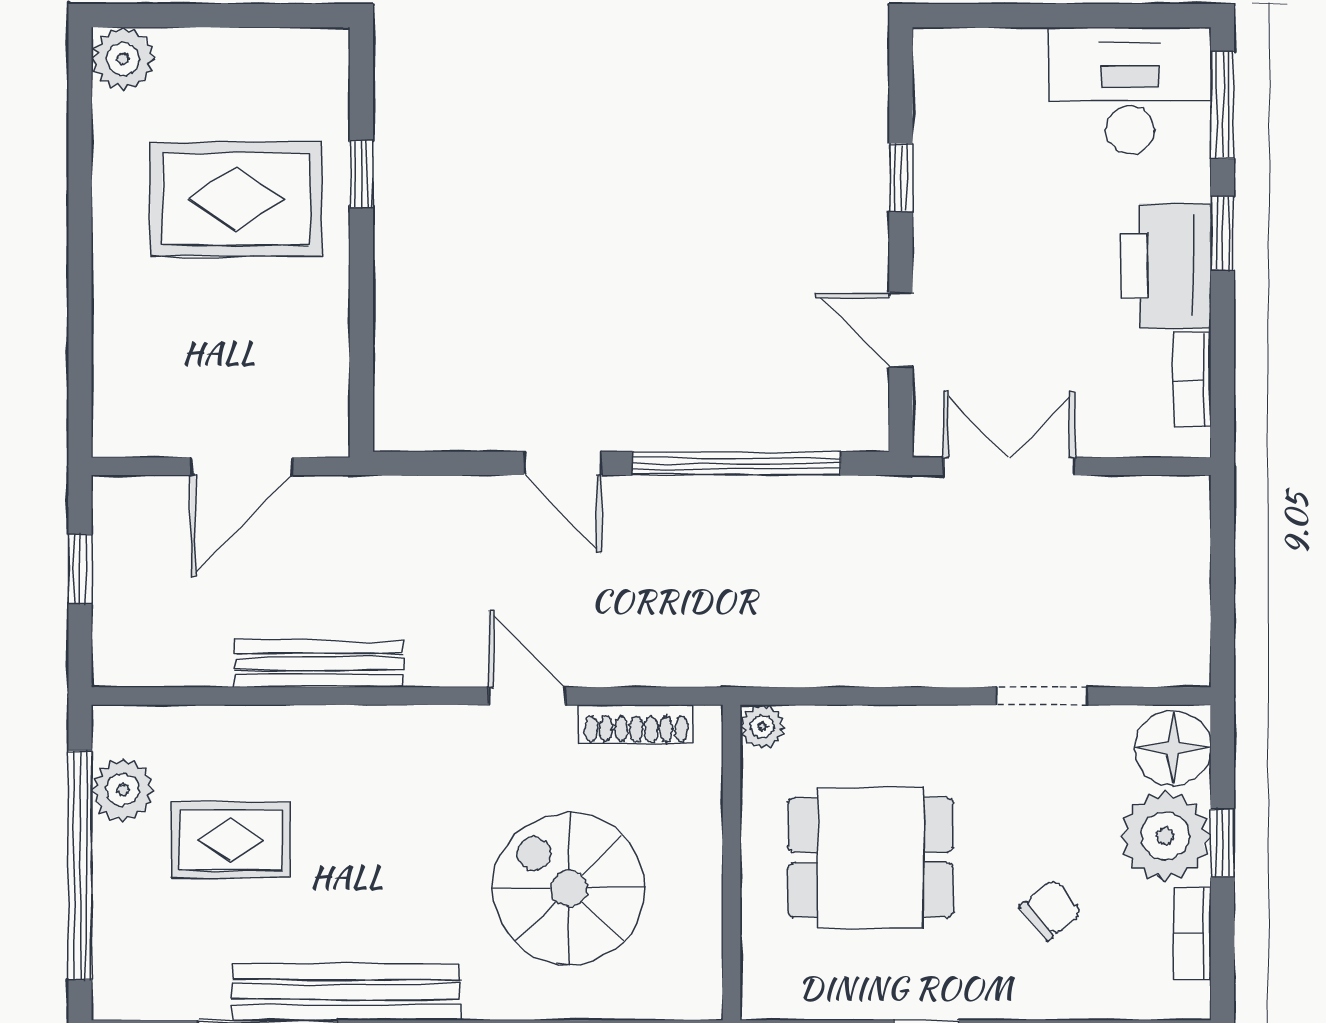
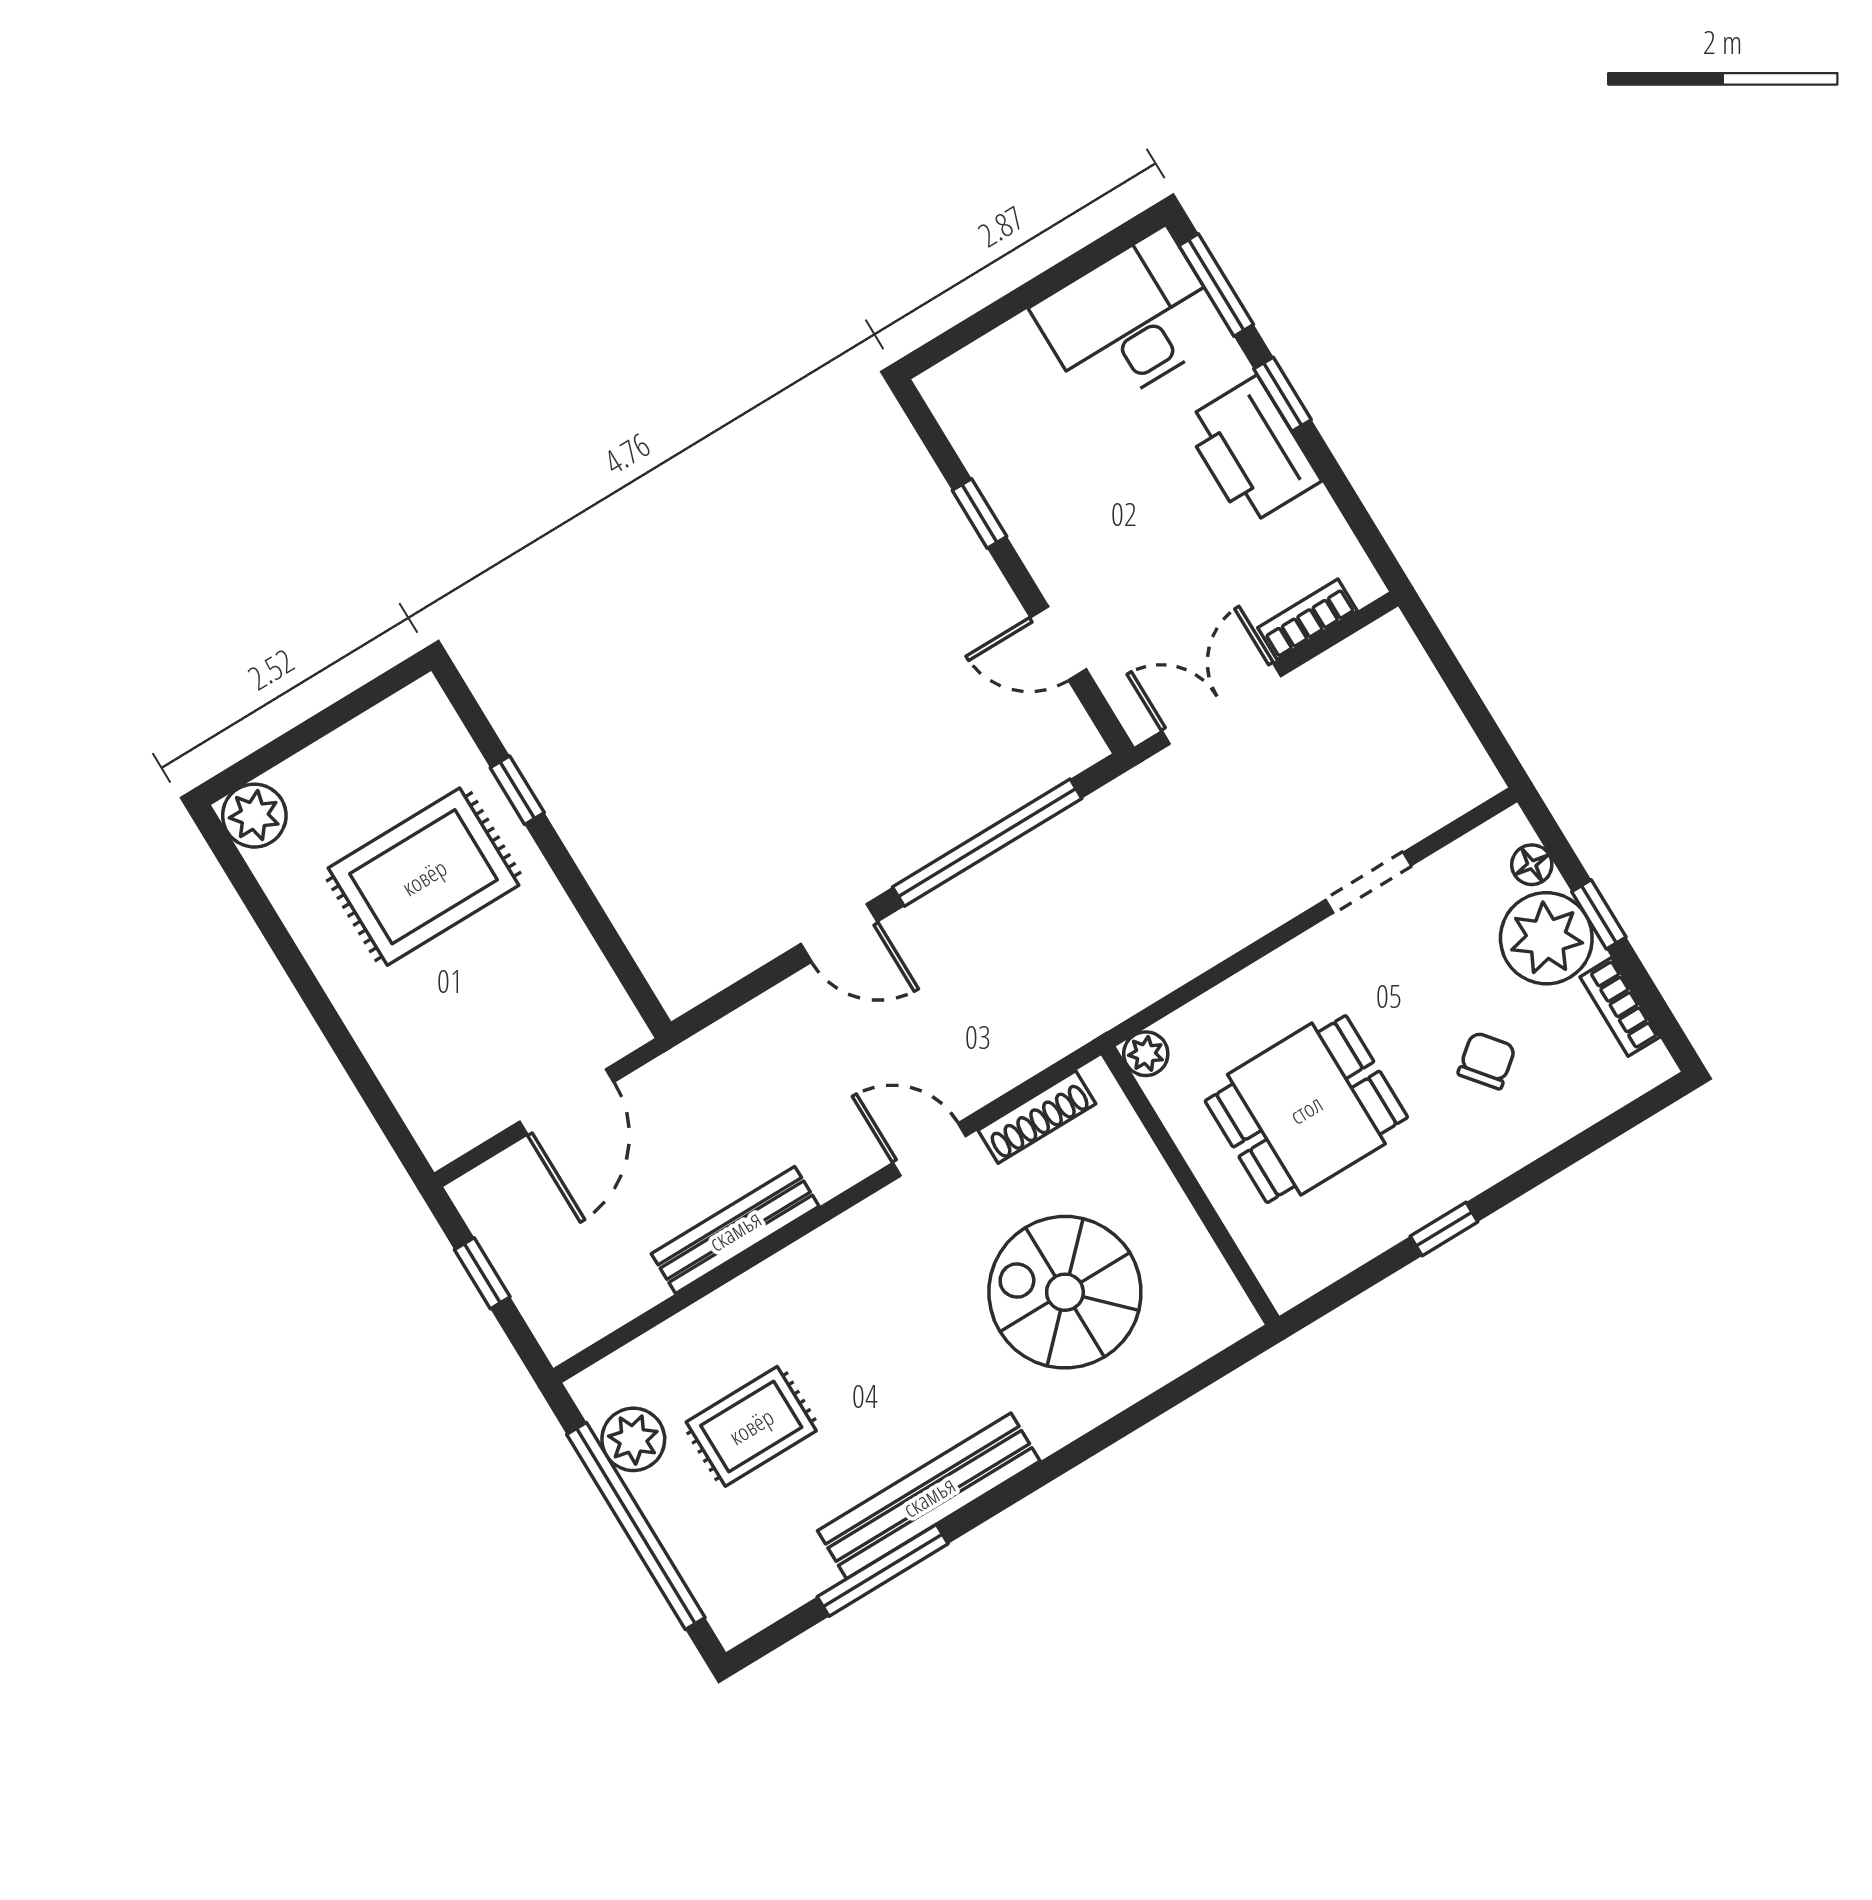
bookcase: (1192, 380) -> (1307, 619), moved, turned 90
floor lamp: (1173, 748) -> (1532, 865), width x0.53, depth x0.53

